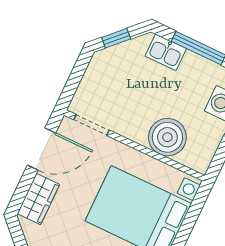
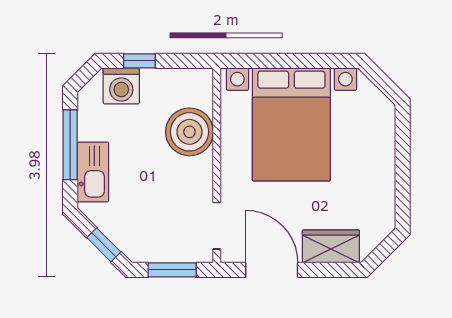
kitchen sink: (166, 52) -> (93, 172), width x1.38
window: (75, 78) -> (172, 270), added

